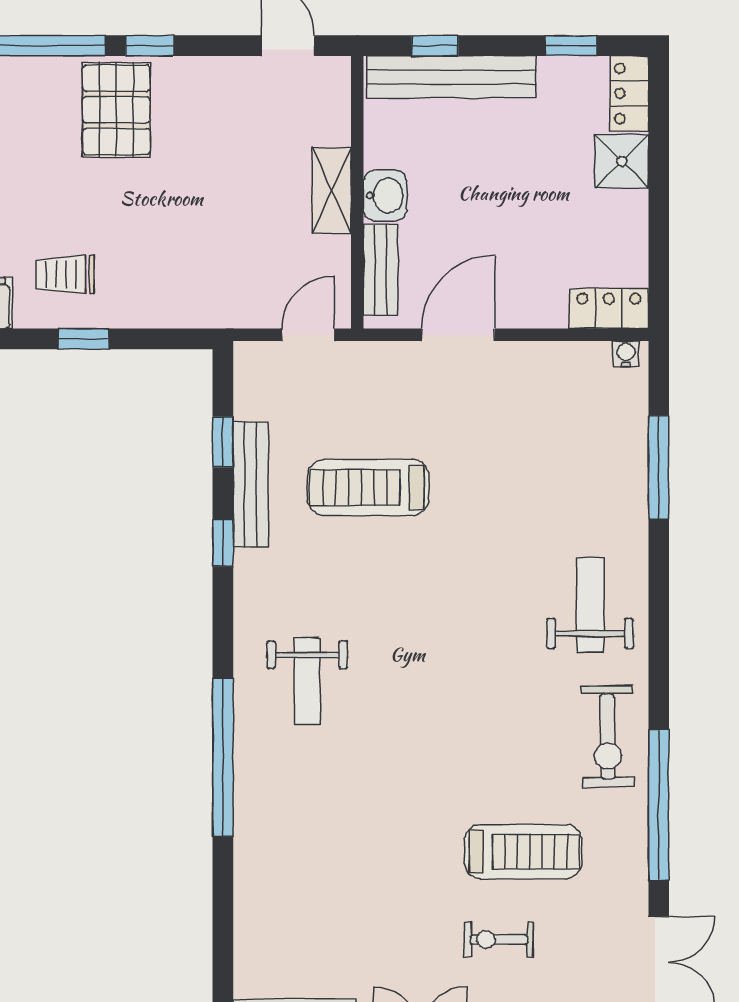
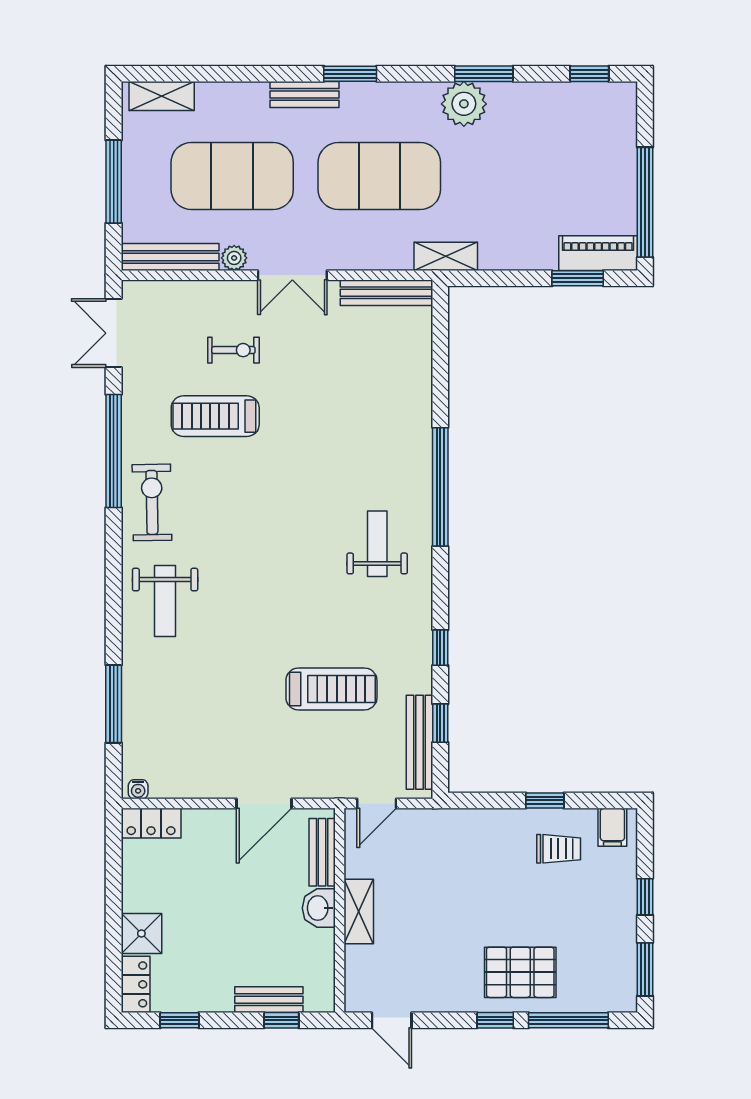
bench: (452, 77) -> (269, 1000), width x0.54, depth x0.82
pallet: (116, 110) -> (520, 972), turned 90
bench: (251, 485) -> (420, 742), moved

